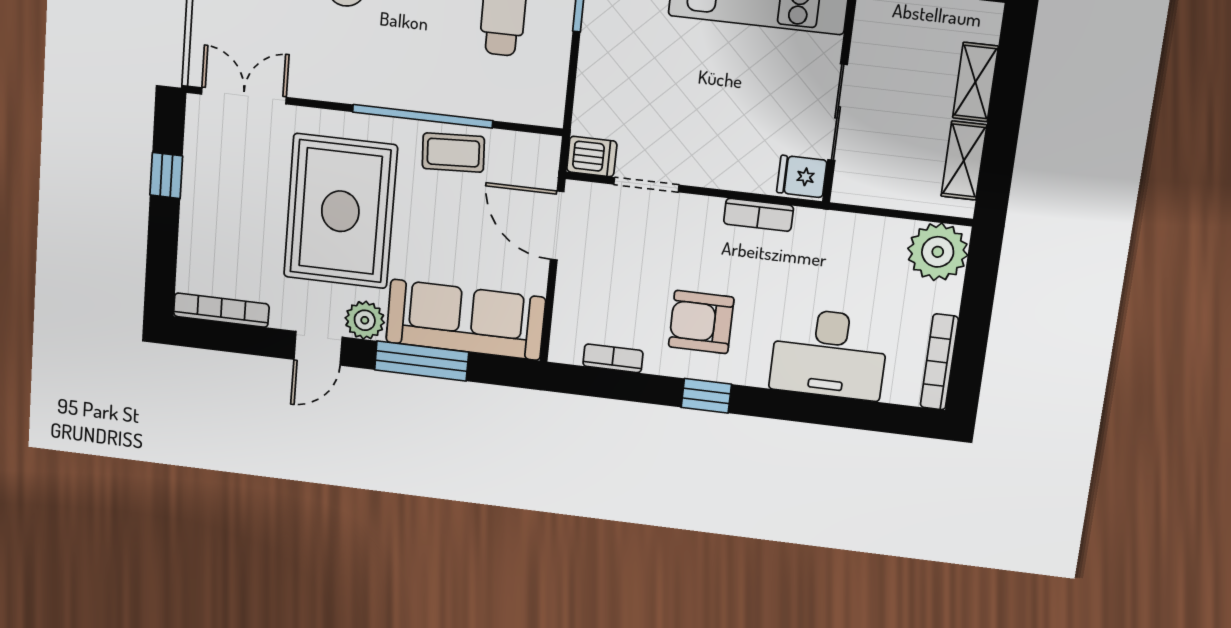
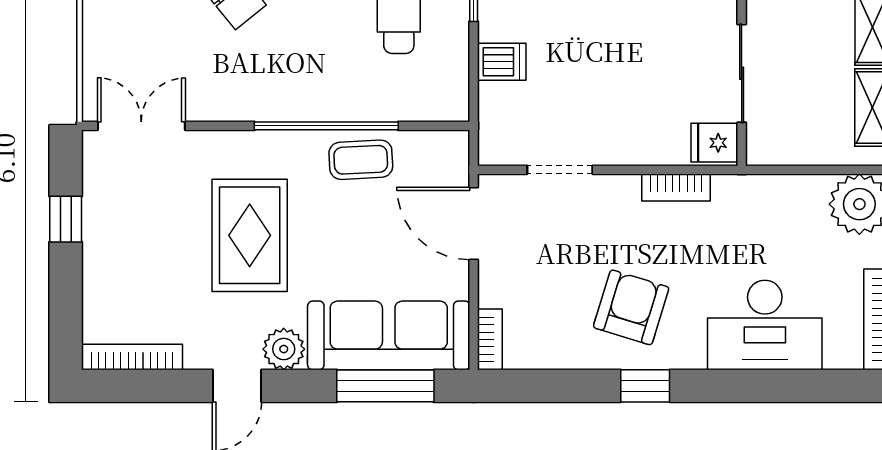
dishwasher: (592, 156) -> (502, 62), moved
rug: (340, 211) -> (250, 235), width x0.73, depth x0.69
armchair: (701, 322) -> (631, 307), turned 107
bookcase: (613, 358) -> (490, 339), moved, turned 90
window: (422, 361) -> (385, 386), moved

